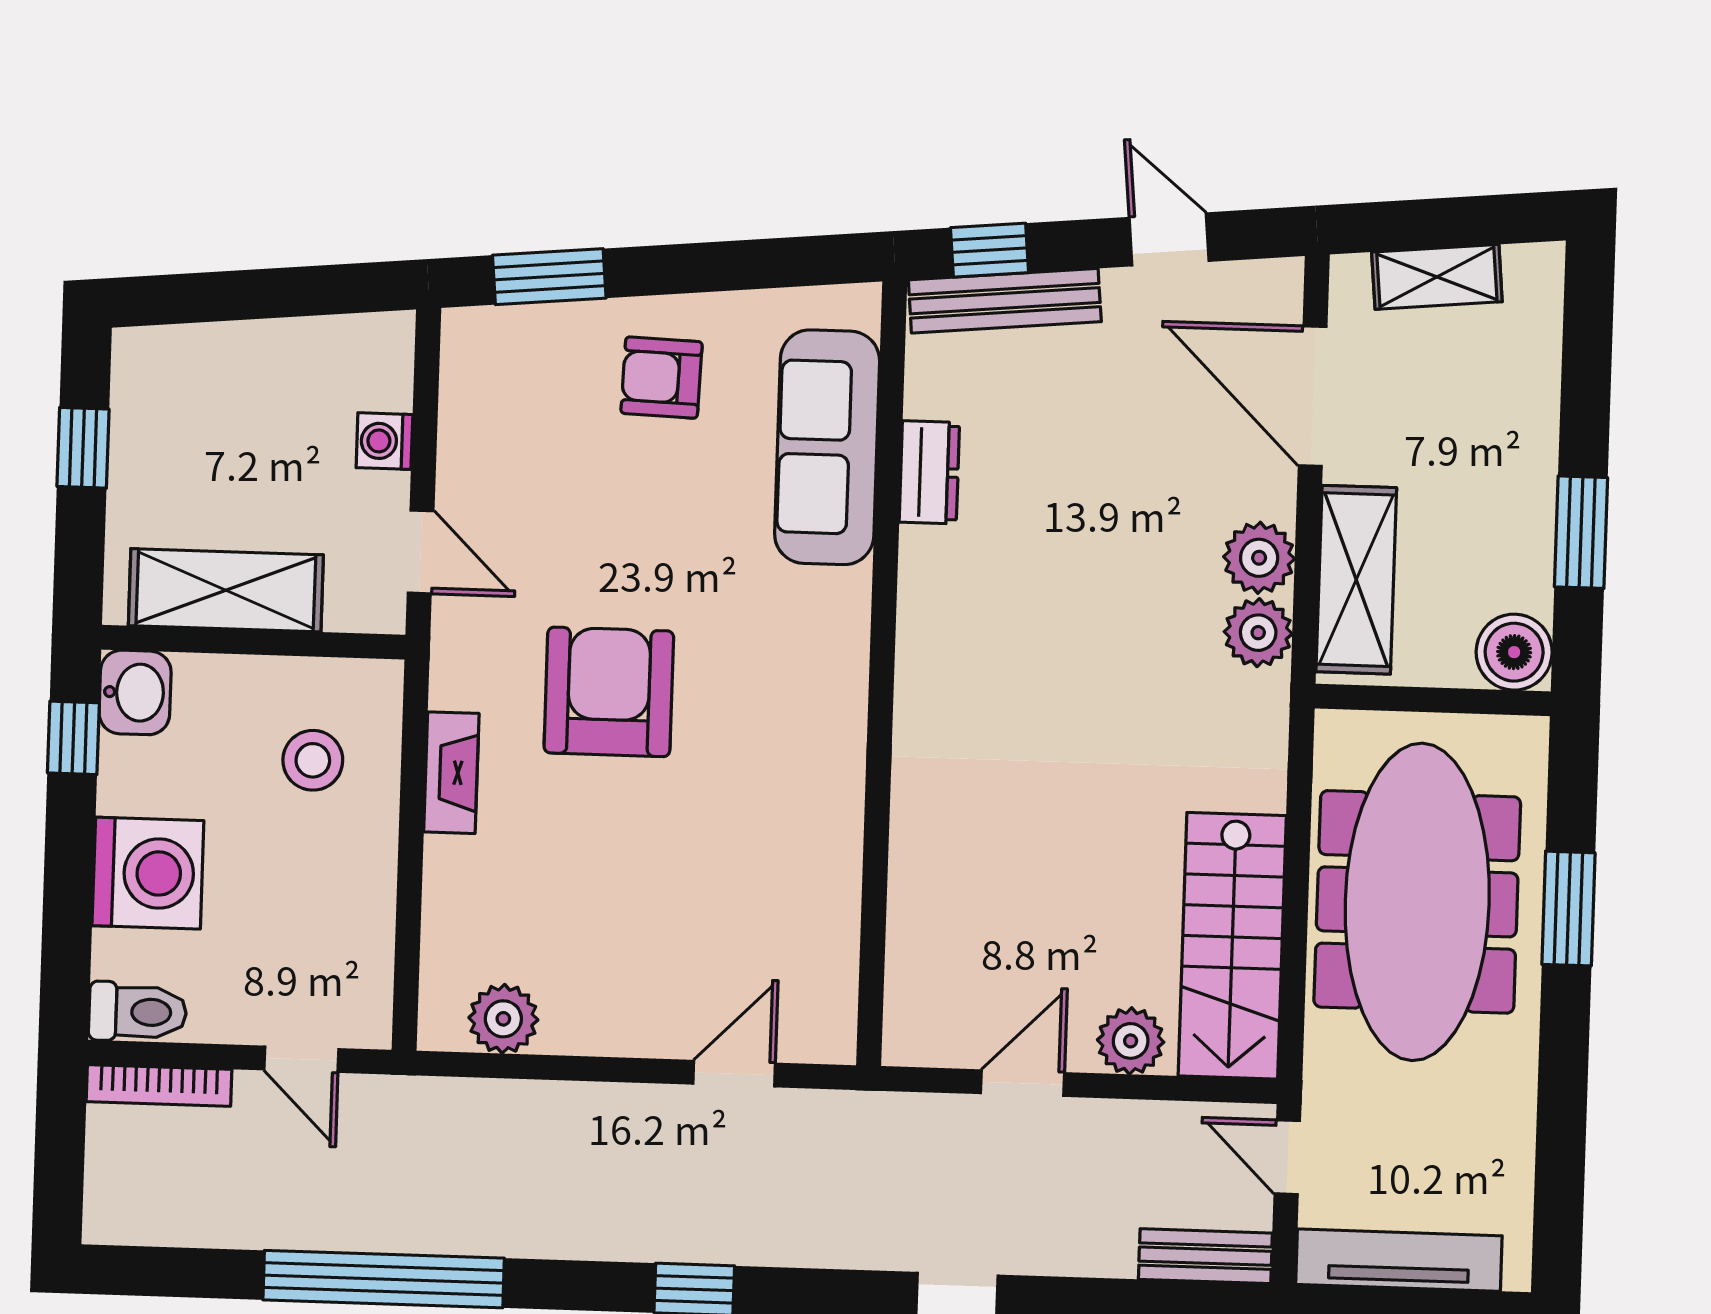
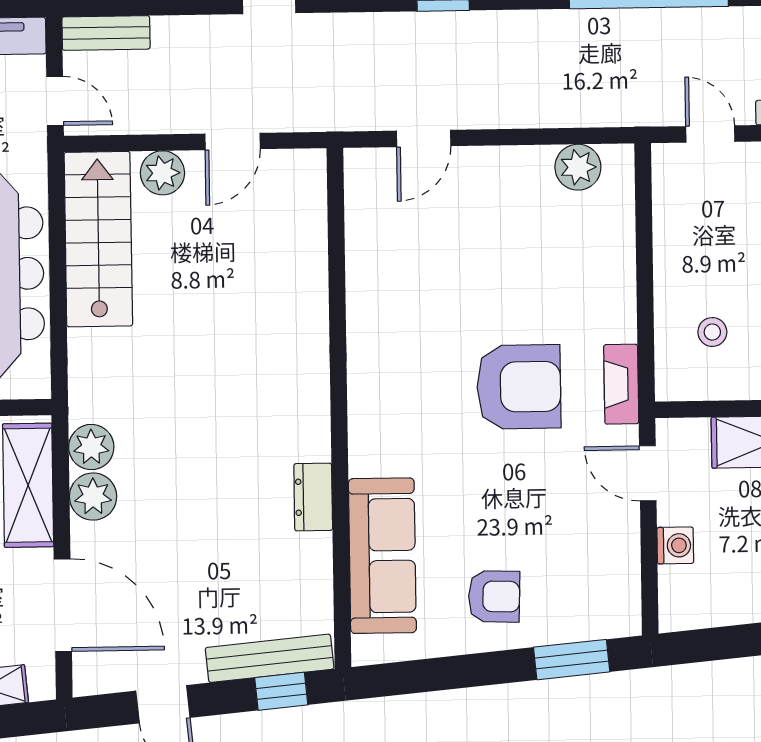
dresser: (929, 472) -> (313, 497), moved
armchair: (609, 692) -> (519, 387), turned -90
stool: (313, 760) -> (712, 332), width x0.73, depth x0.73
fireplace: (451, 773) -> (621, 384), moved

